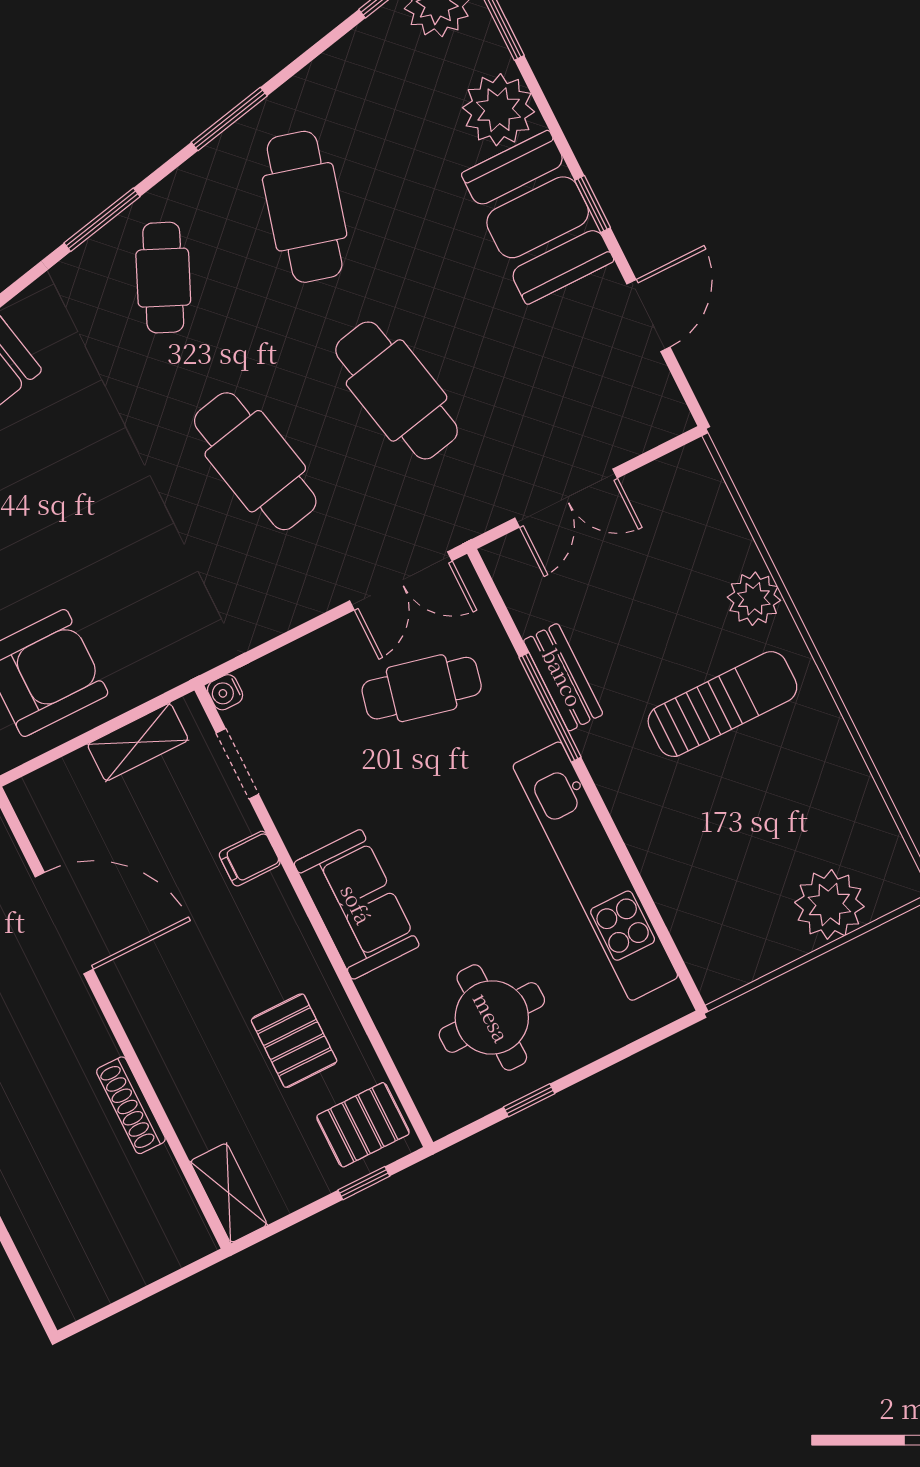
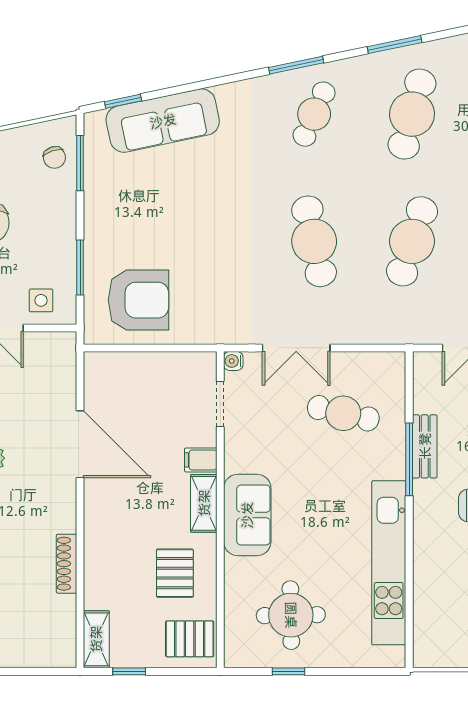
cafe table: (397, 390) -> (412, 241), turned 30
double door: (401, 581) -> (296, 348), moved
shelving: (138, 742) -> (204, 503), moved, turned 90
window: (364, 1183) -> (129, 671), moved

